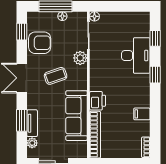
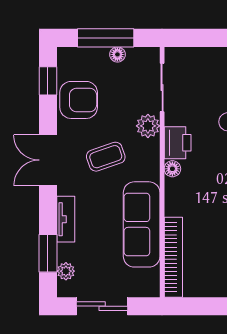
floor lamp: (94, 16) -> (172, 169), moved
printer: (98, 101) -> (178, 143), moved
window: (22, 120) -> (48, 253), moved
tv unit: (32, 123) -> (66, 219), moved

